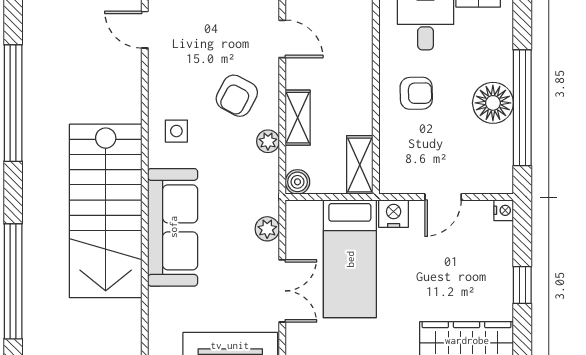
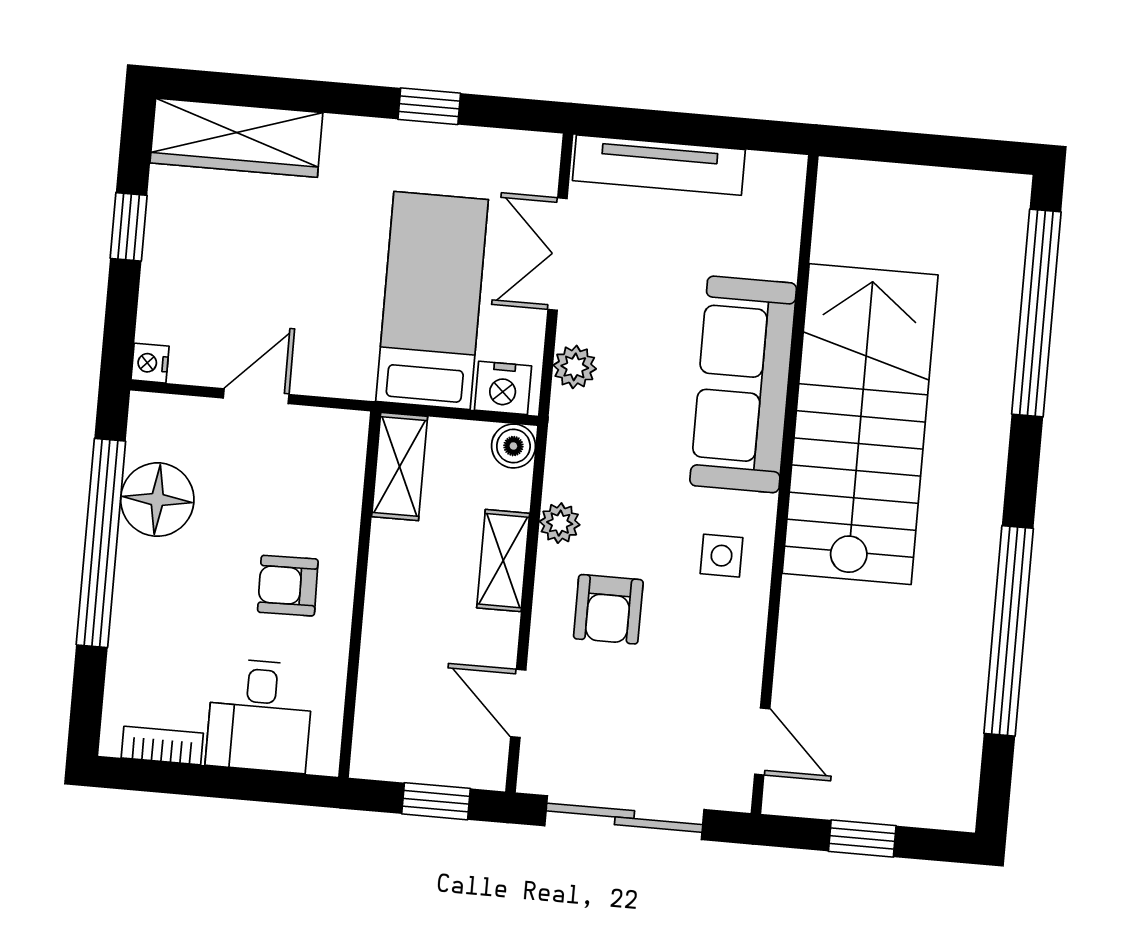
armchair: (237, 96) -> (608, 609), turned 152
floor lamp: (493, 103) -> (157, 500), moved
nightstand: (394, 214) -> (503, 388), moved

